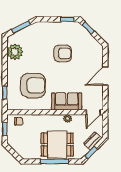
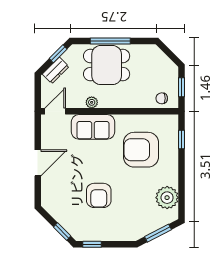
armchair: (63, 53) -> (99, 195), turned -90

